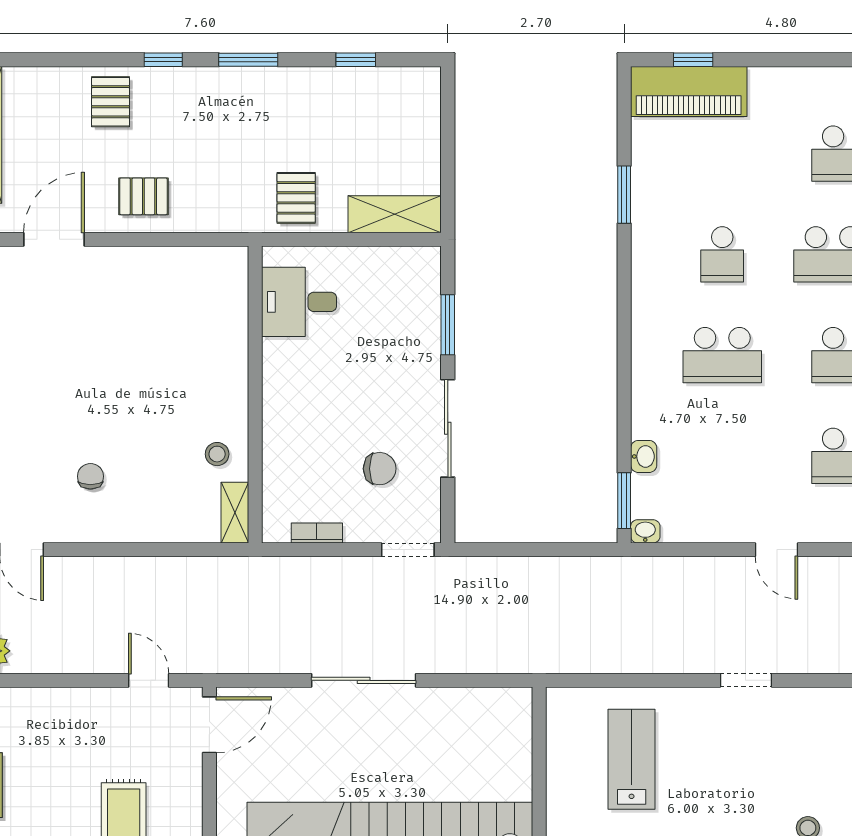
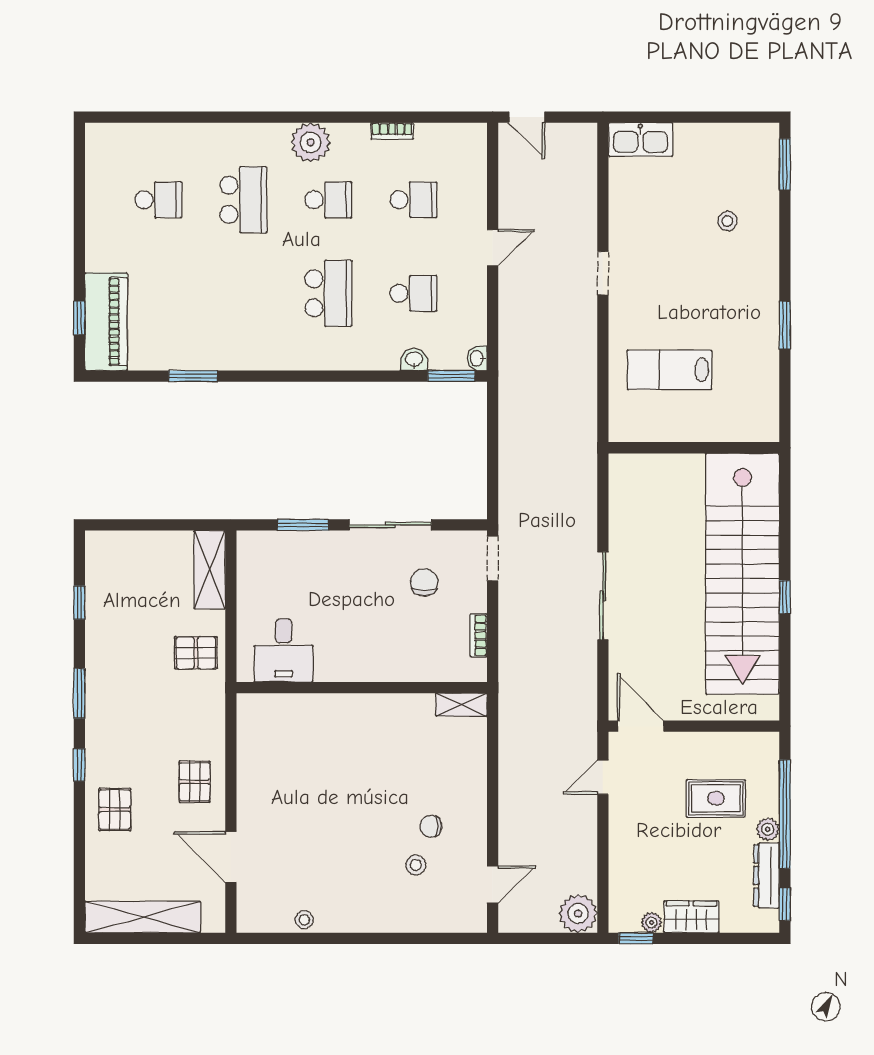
pallet: (111, 102) -> (115, 809), turned 90
school desk: (722, 254) -> (413, 293), moved
stool: (217, 454) -> (416, 865), moved

